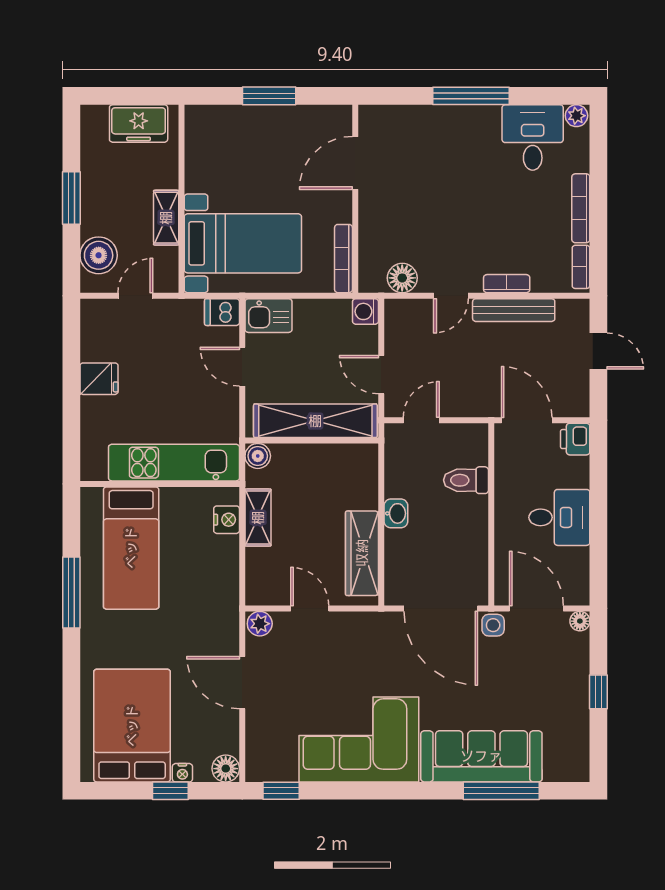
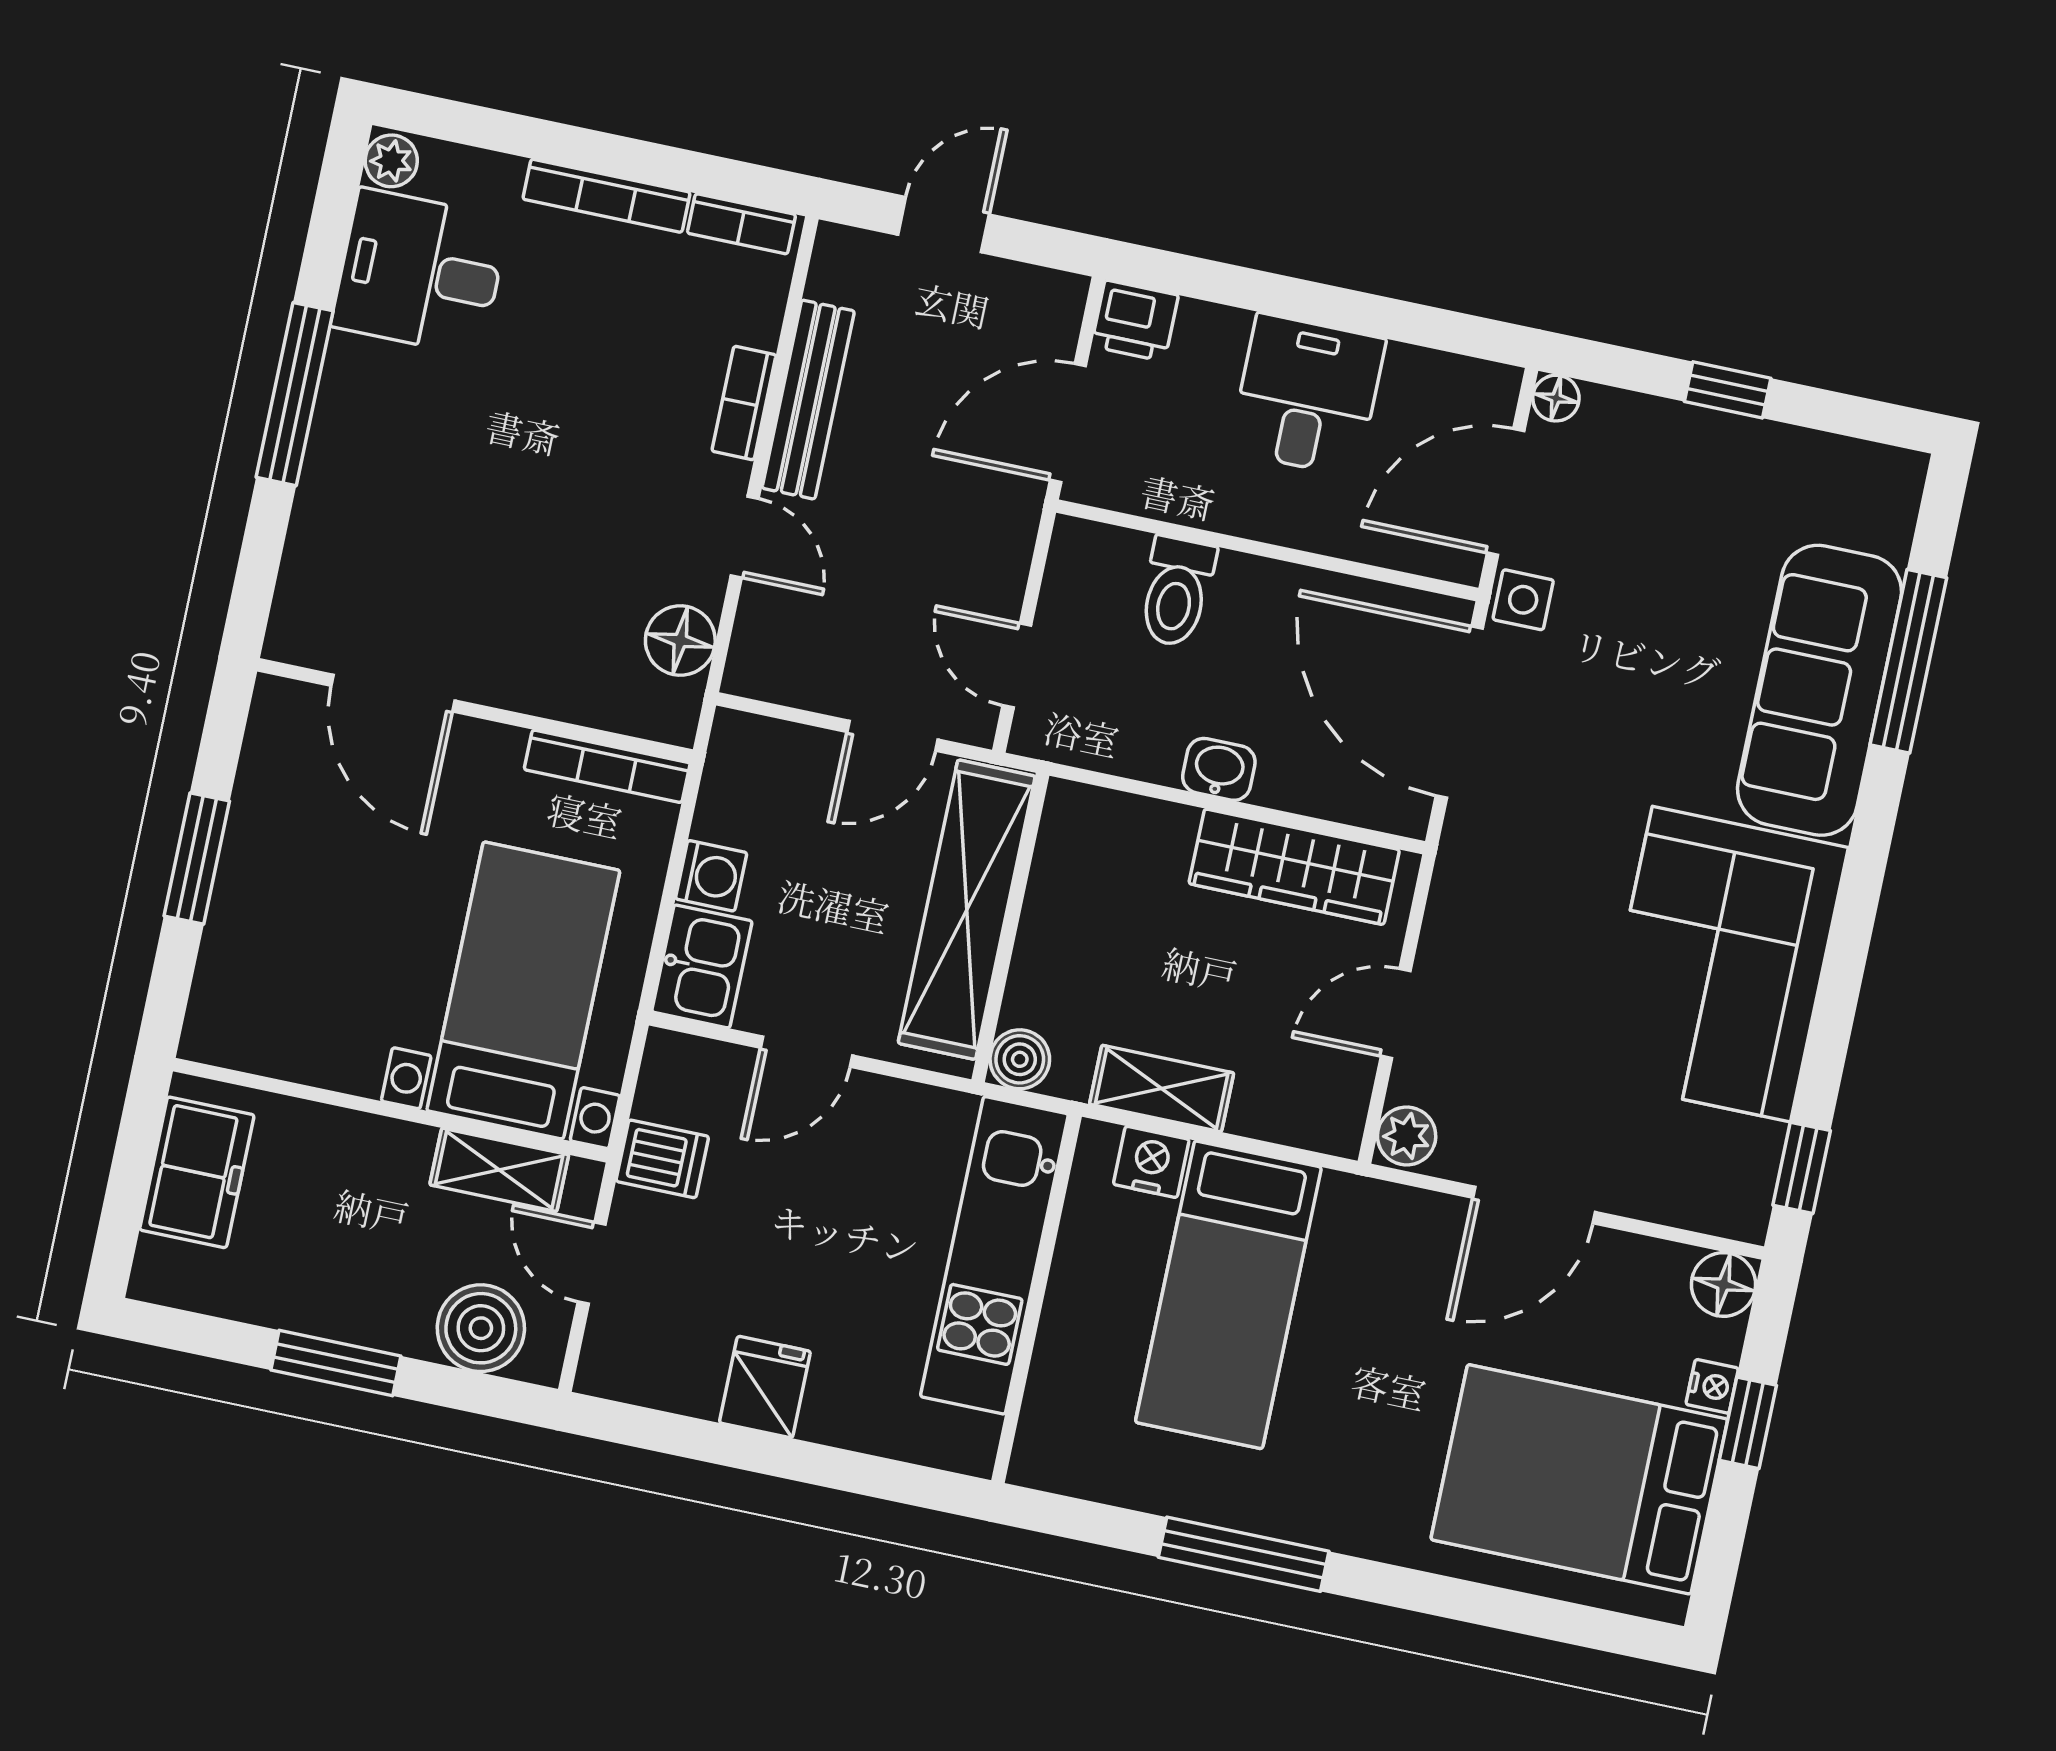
shelving: (166, 218) -> (499, 1170), moved
washing machine: (365, 311) -> (711, 876), moved, turned -90
dishwasher: (222, 312) -> (662, 1159), moved, turned -90
bed: (131, 548) -> (1228, 1295), moved, turned 90
door: (441, 608) -> (1459, 712), swing flipped

